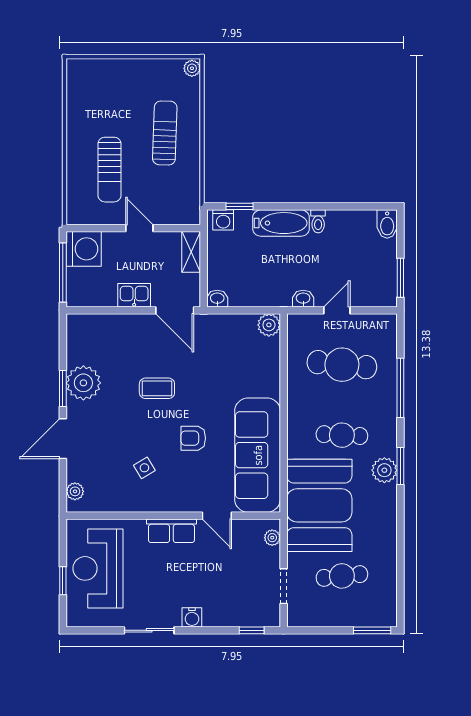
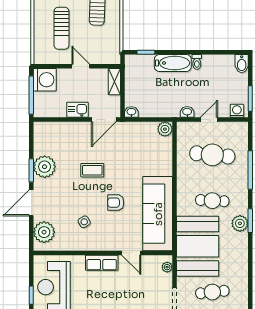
washing machine: (223, 220) -> (237, 111), moved, turned 180
door: (175, 310) -> (104, 120), hinge flipped
plant: (75, 491) -> (44, 232), width x1.87, depth x1.87

